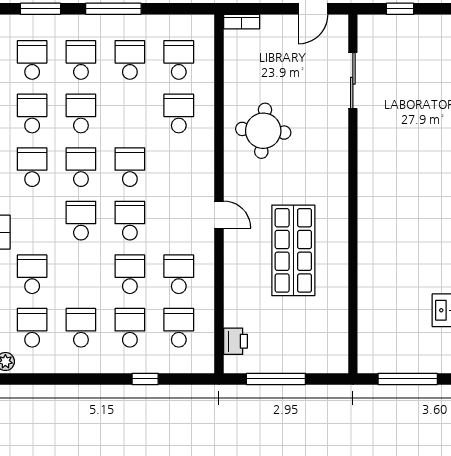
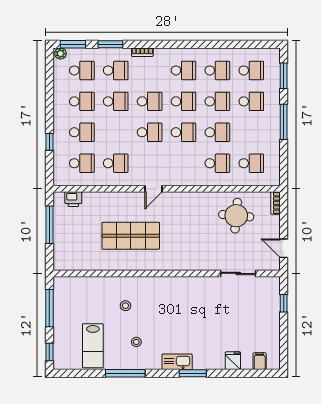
school desk: (130, 60) -> (217, 132), moved
round table: (263, 131) -> (236, 216), moved
stool: (404, 259) -> (125, 306), added
school desk: (130, 274) -> (116, 101), moved

